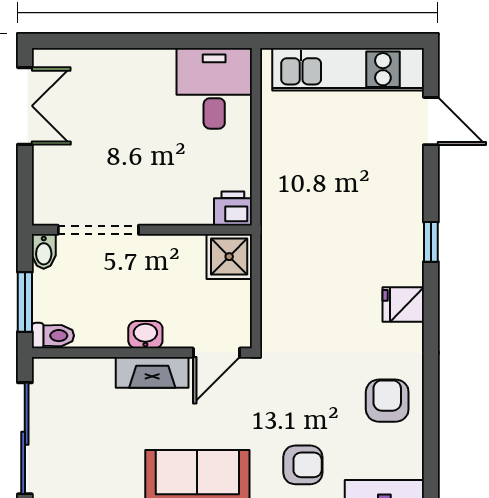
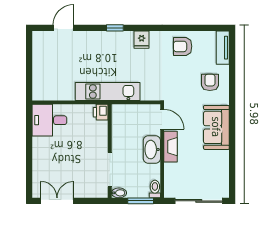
kitchen unit: (348, 69) -> (108, 92), moved, turned -90
shower: (229, 257) -> (121, 114), removed
washbasin: (145, 335) -> (152, 150), width x1.91, depth x1.45

